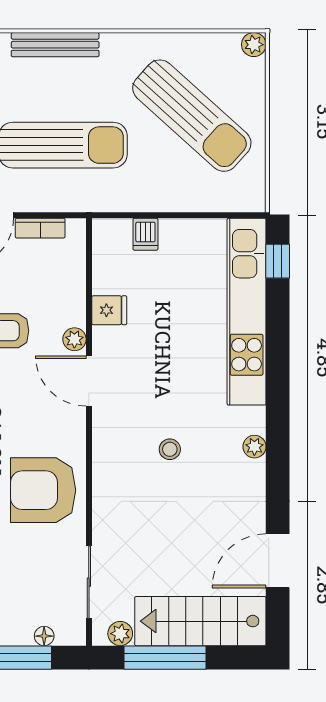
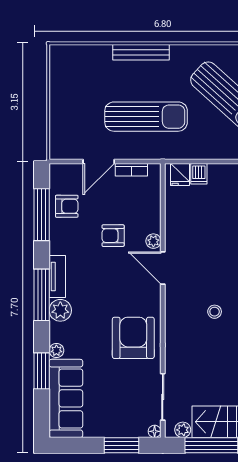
fridge: (109, 310) -> (180, 175), moved, turned 90
armchair: (43, 490) -> (133, 338), turned 90
floor lamp: (44, 636) -> (155, 431), moved

